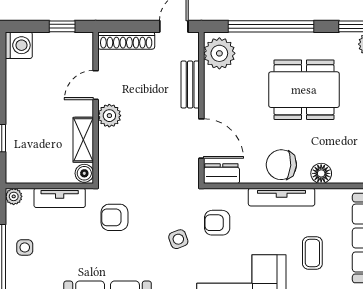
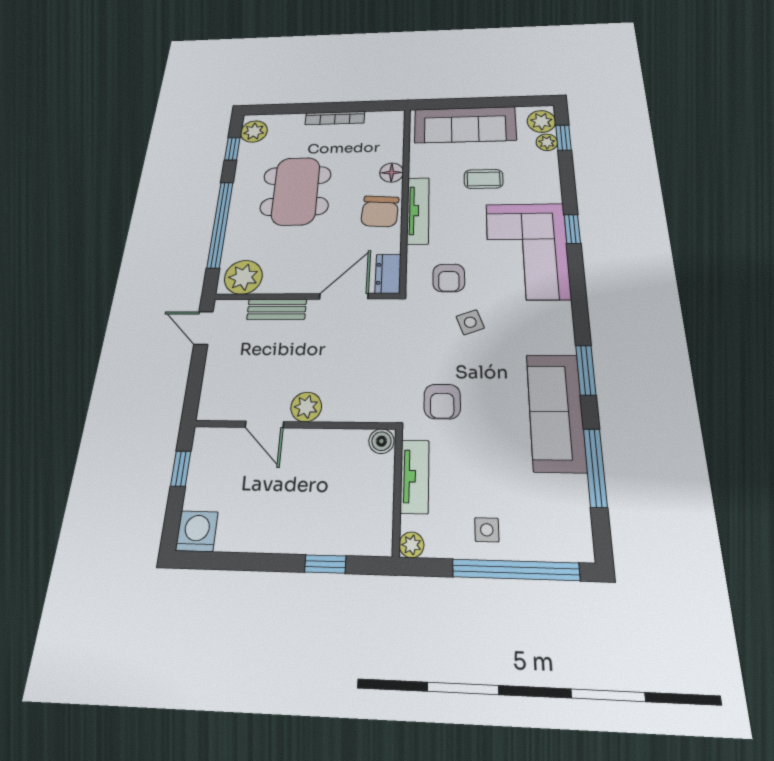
shoe rack: (126, 41) -> (212, 385), removed
shelving: (83, 140) -> (336, 442), removed

